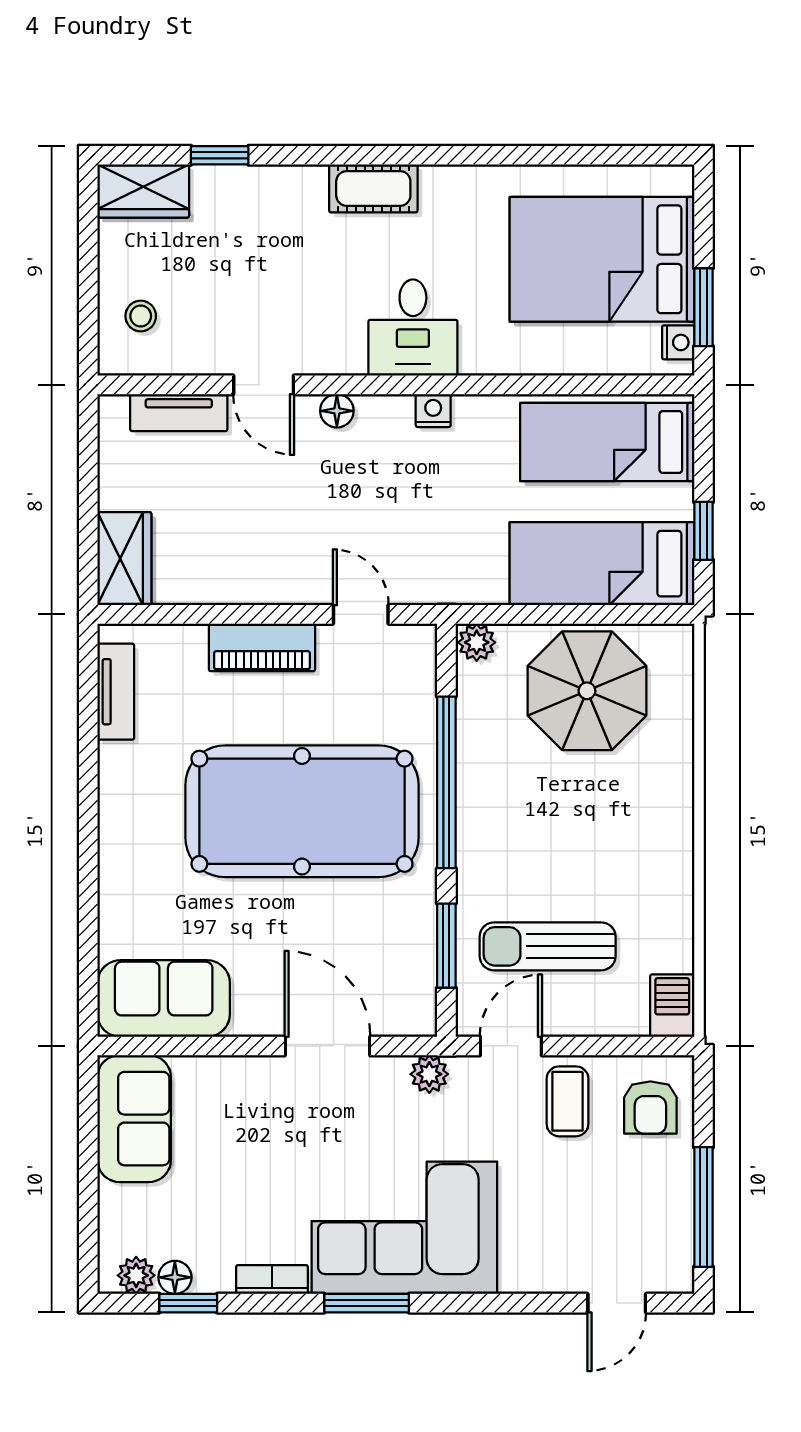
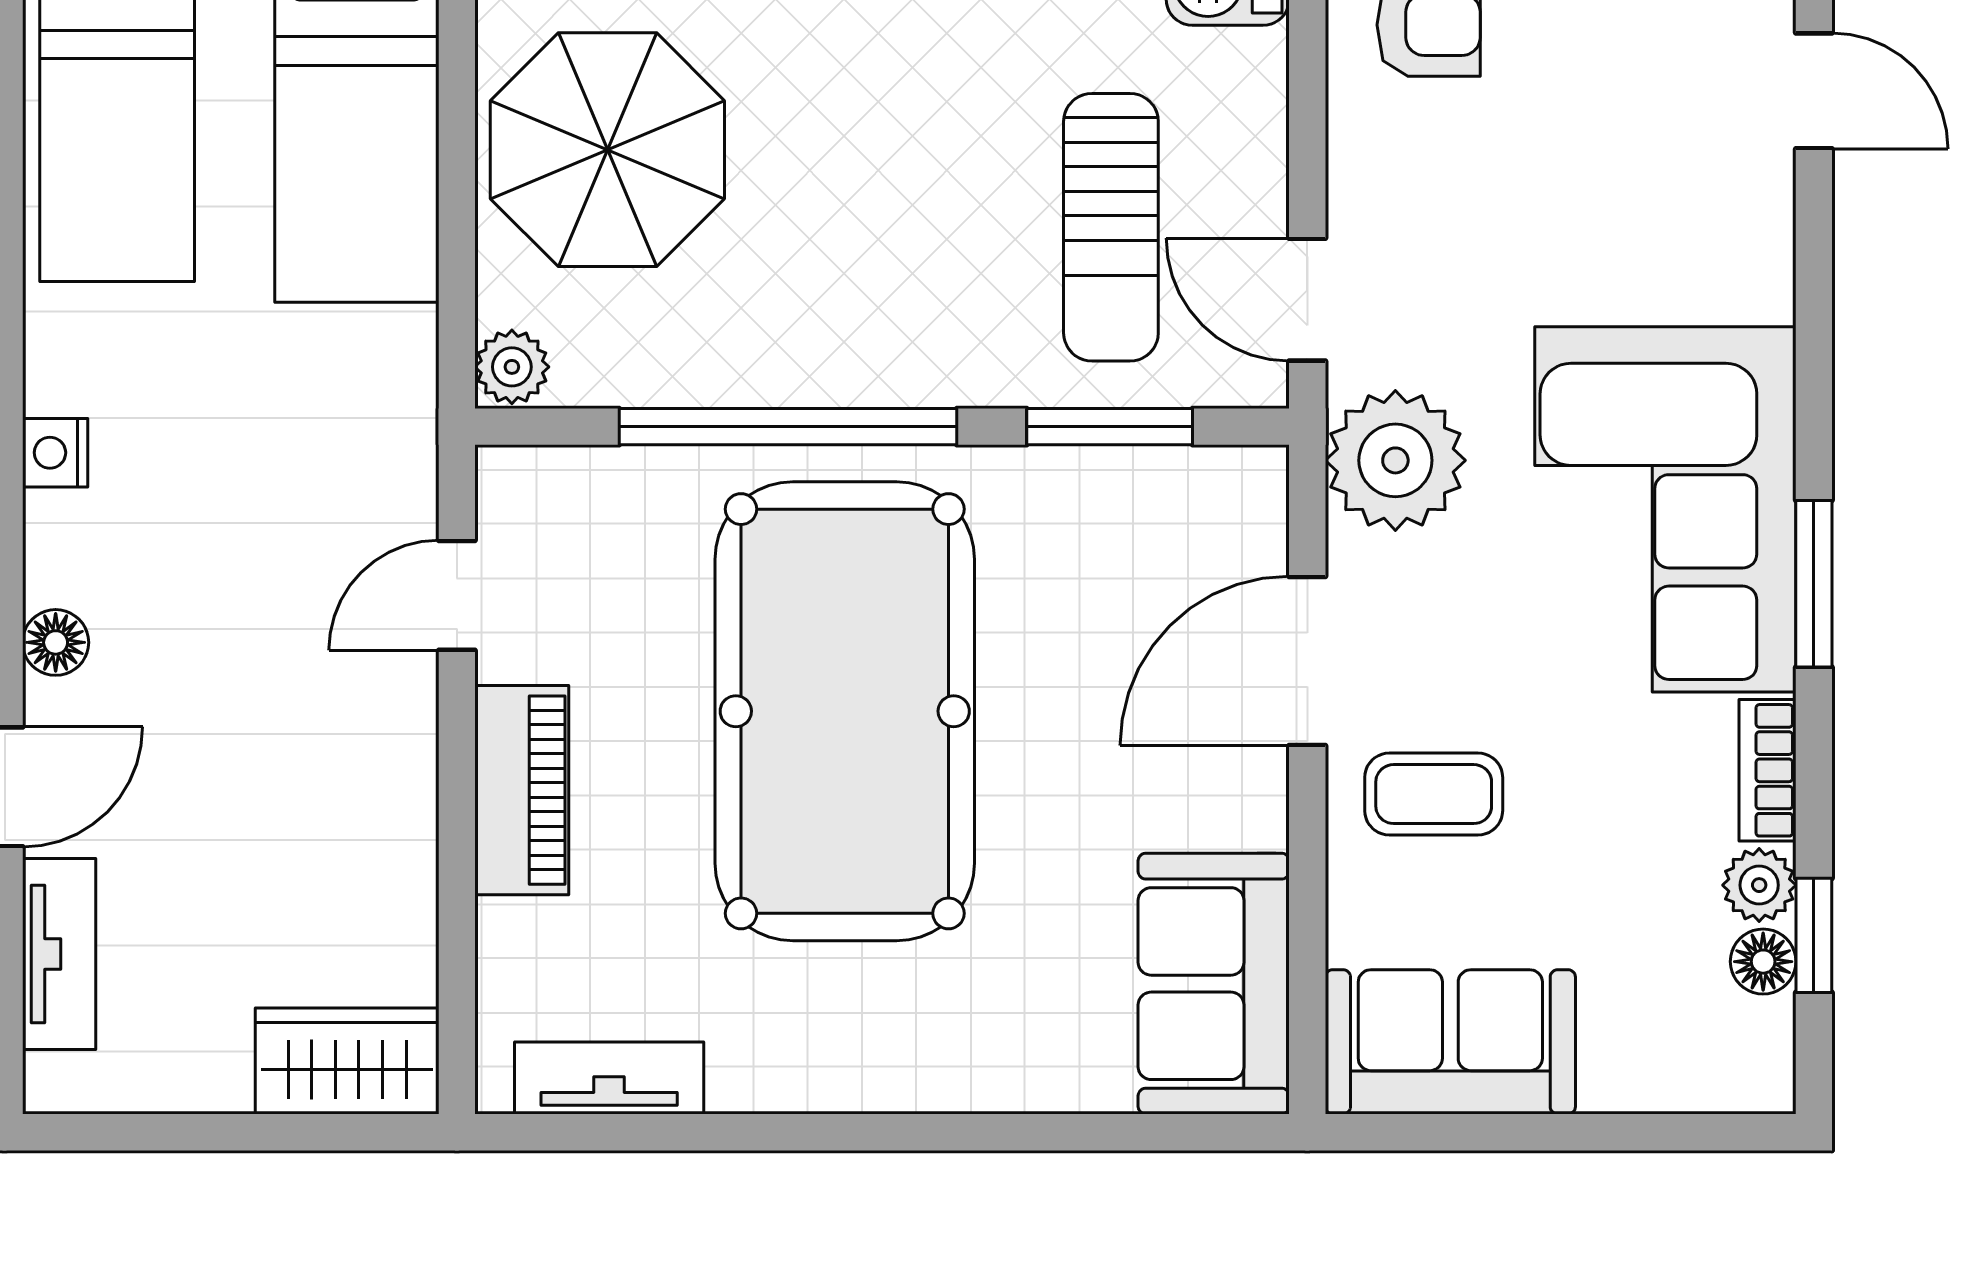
plant: (429, 1074) -> (1395, 460), width x1.87, depth x1.87
coffee table: (567, 1101) -> (1434, 794), moved
plant: (136, 1275) -> (1759, 885), moved

